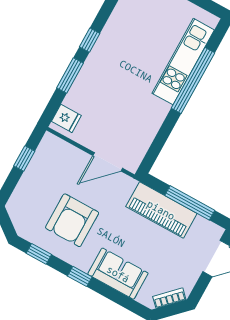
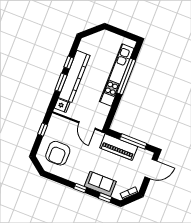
kitchen unit: (183, 62) -> (117, 75), width x1.36
kitchen counter: (96, 67) -> (74, 76), added
door: (108, 162) -> (87, 126), hinge flipped
armchair: (72, 220) -> (58, 153), moved
window: (39, 254) -> (105, 198), moved

